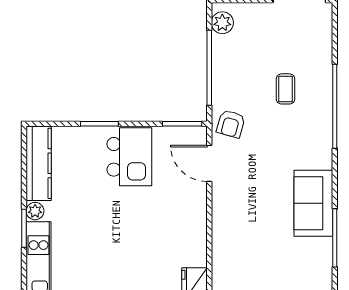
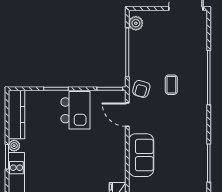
coffee table: (285, 89) -> (171, 85), moved
sofa: (313, 203) -> (141, 155), moved, turned 180

